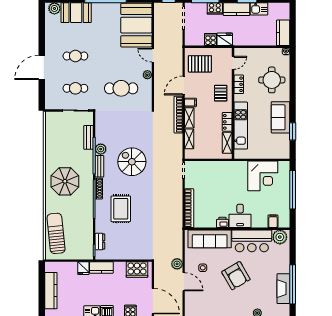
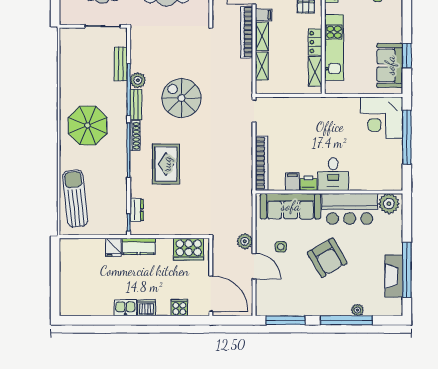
sofa: (280, 117) -> (390, 65), moved
corner desk: (263, 176) -> (382, 118), moved, turned 90
filing cabinet: (273, 221) -> (292, 182), moved
kitchen counter: (51, 291) -> (68, 279), removed

